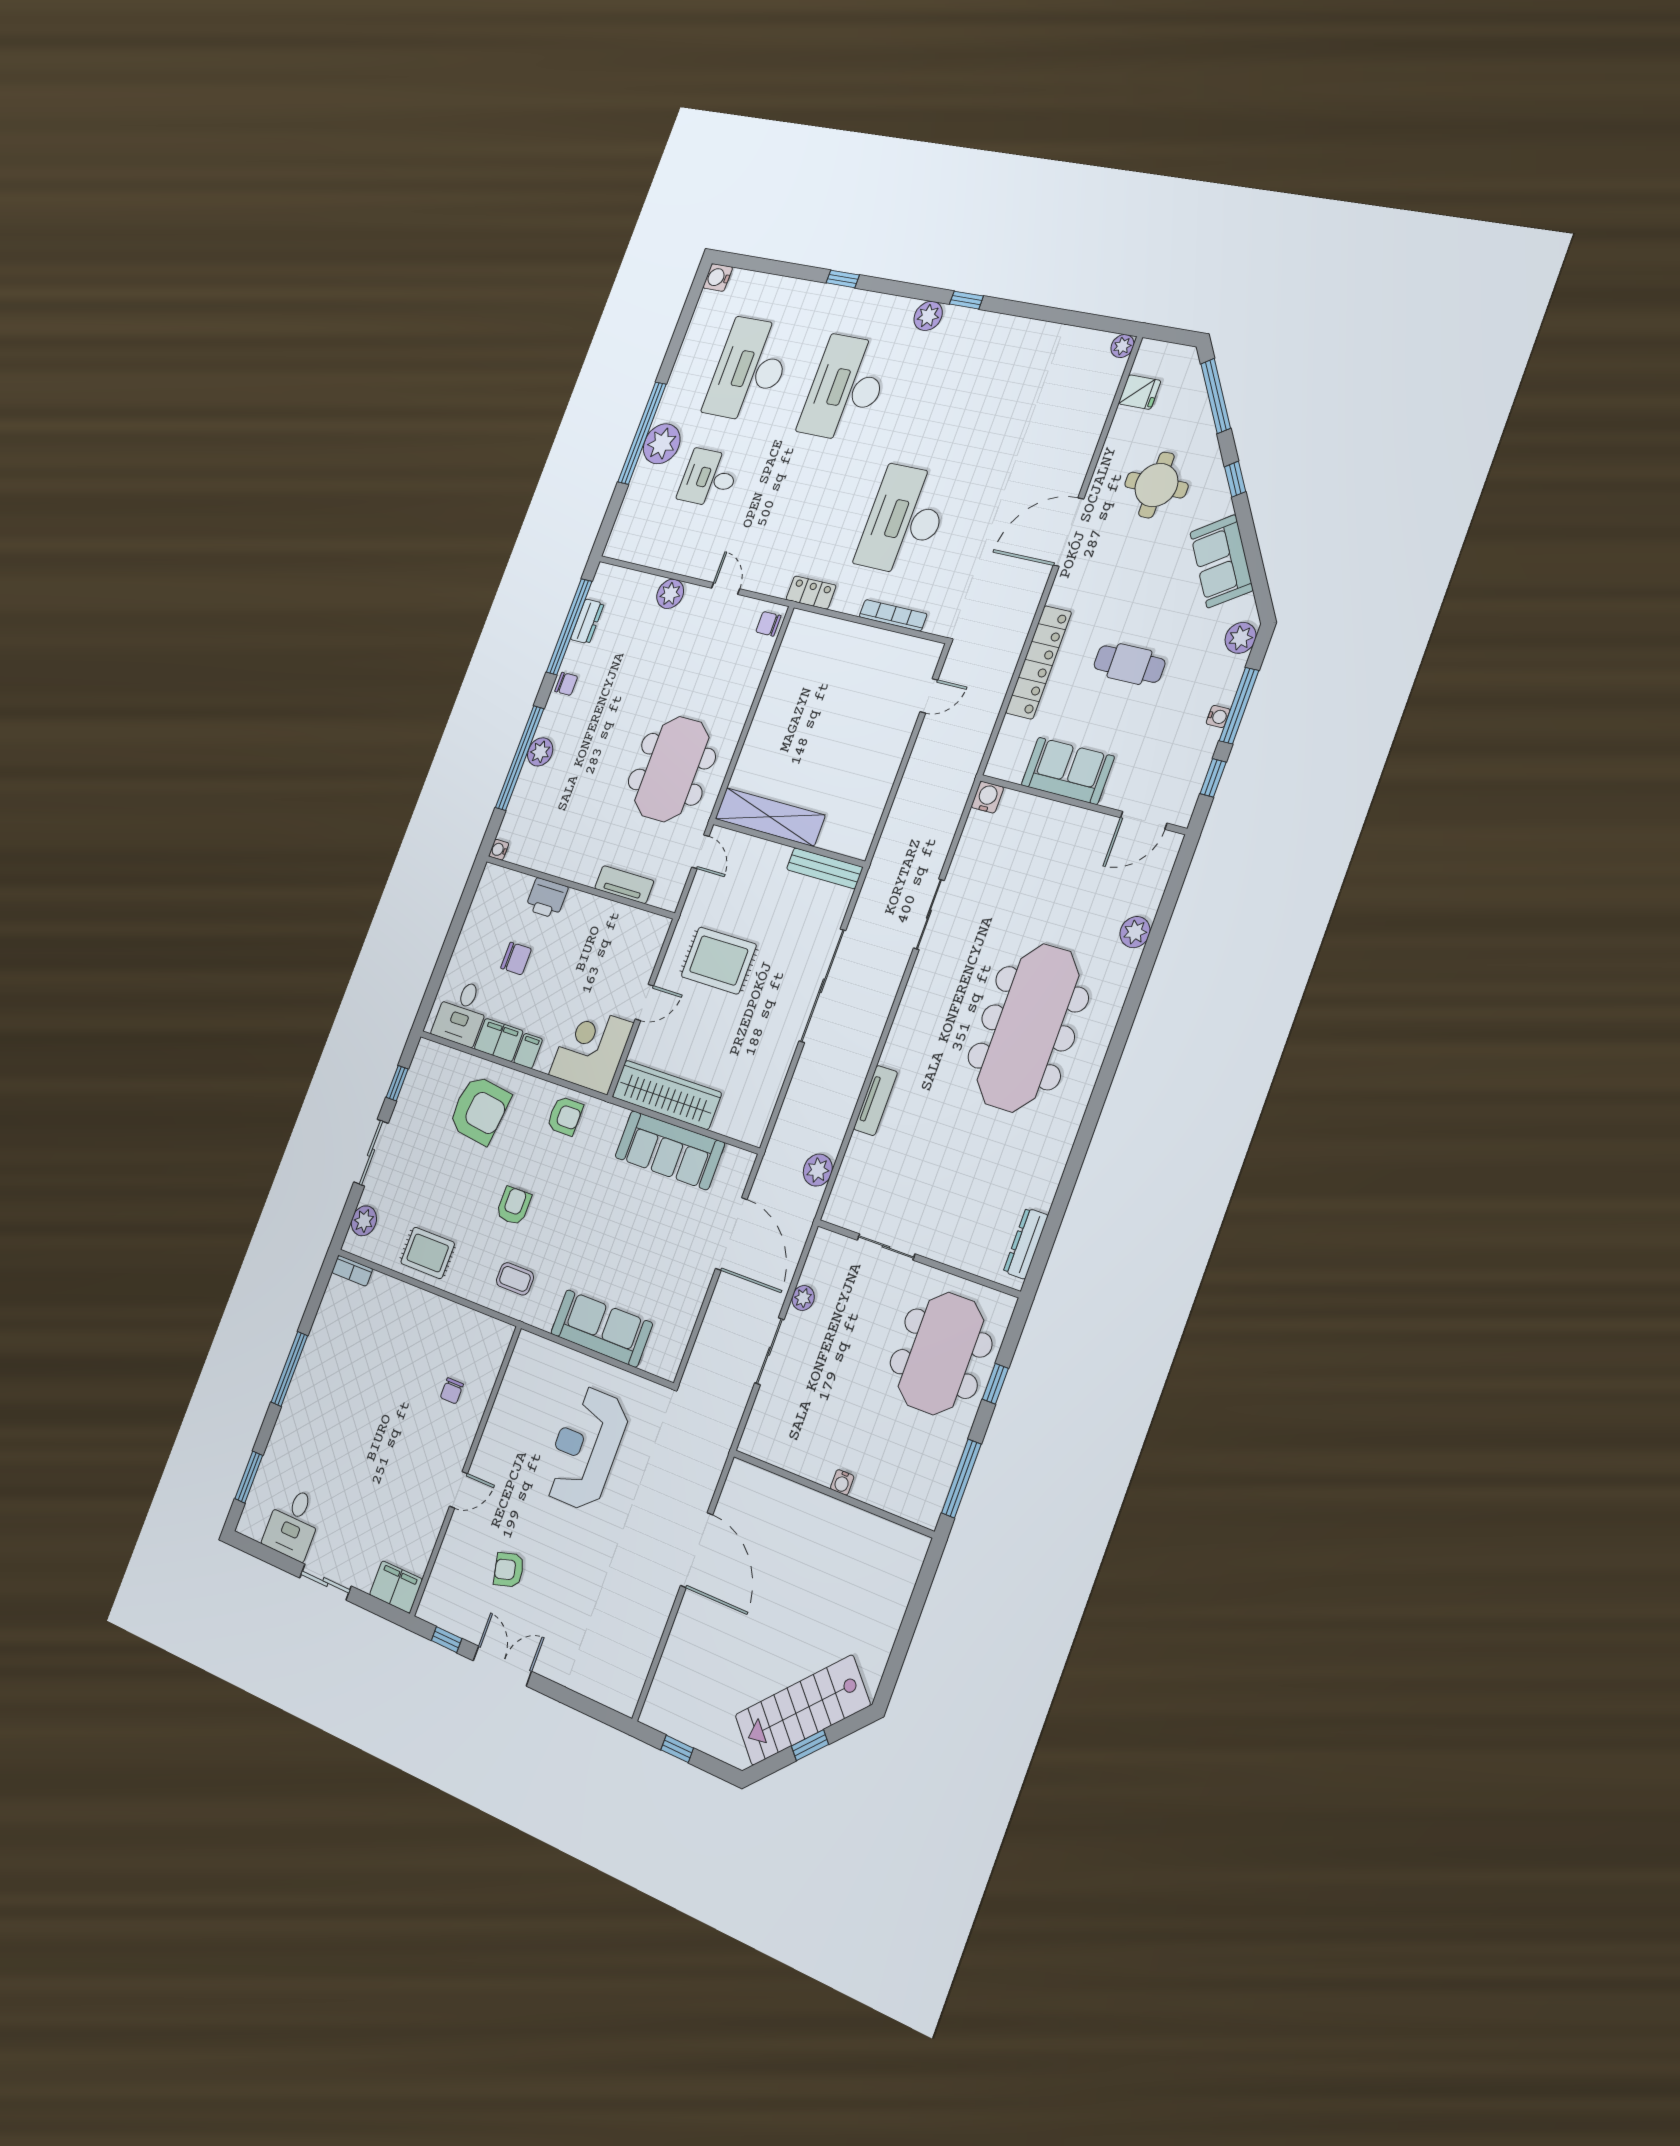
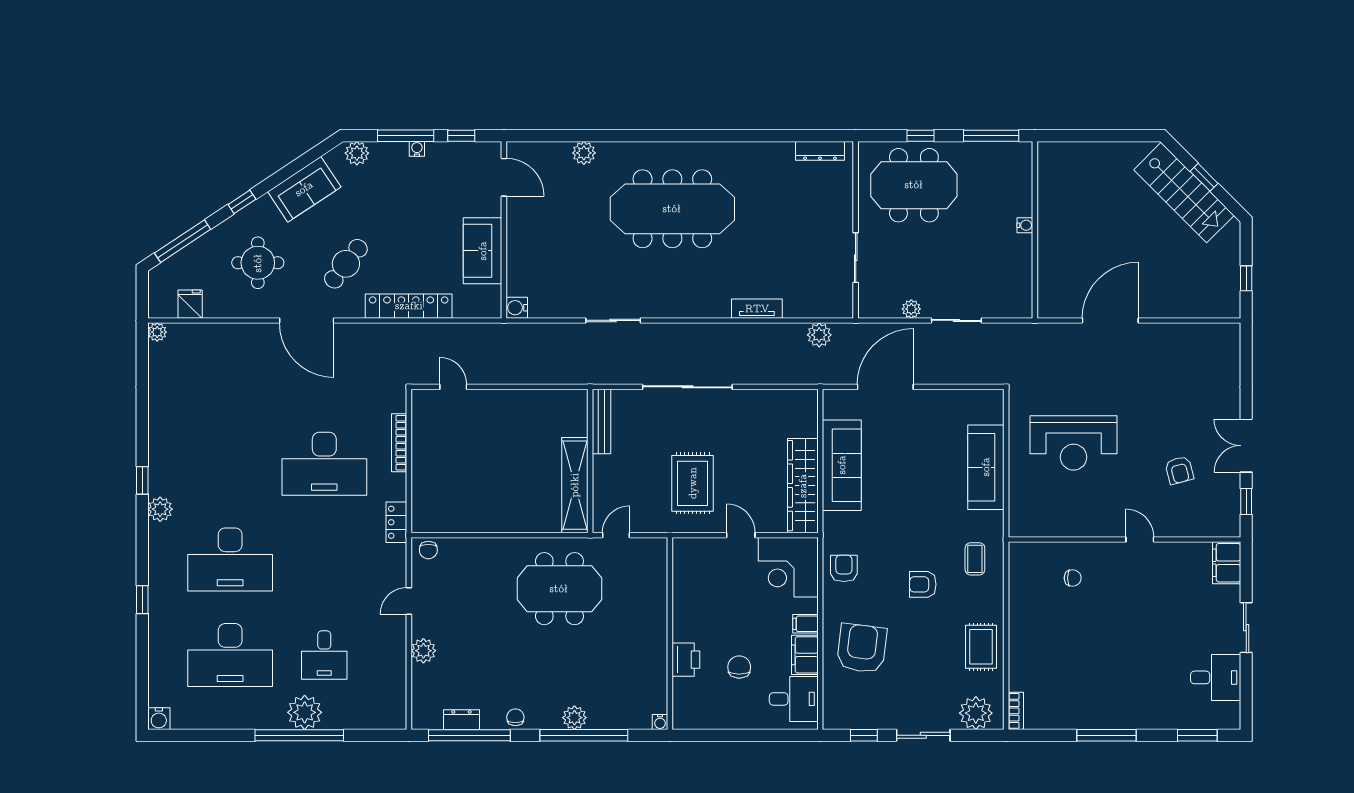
cafe table: (1129, 664) -> (346, 264), moved, turned 38
tv unit: (624, 885) -> (658, 593), removed
plant: (364, 1221) -> (976, 713), width x1.36, depth x1.36

